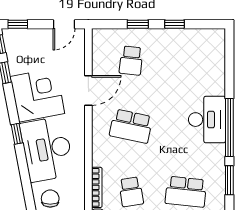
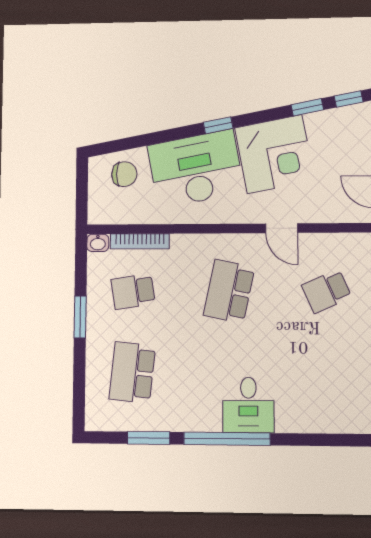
school desk: (131, 61) -> (327, 291), turned -30
door: (88, 90) -> (282, 228), width x0.73
desk: (207, 120) -> (248, 405), width x0.73

